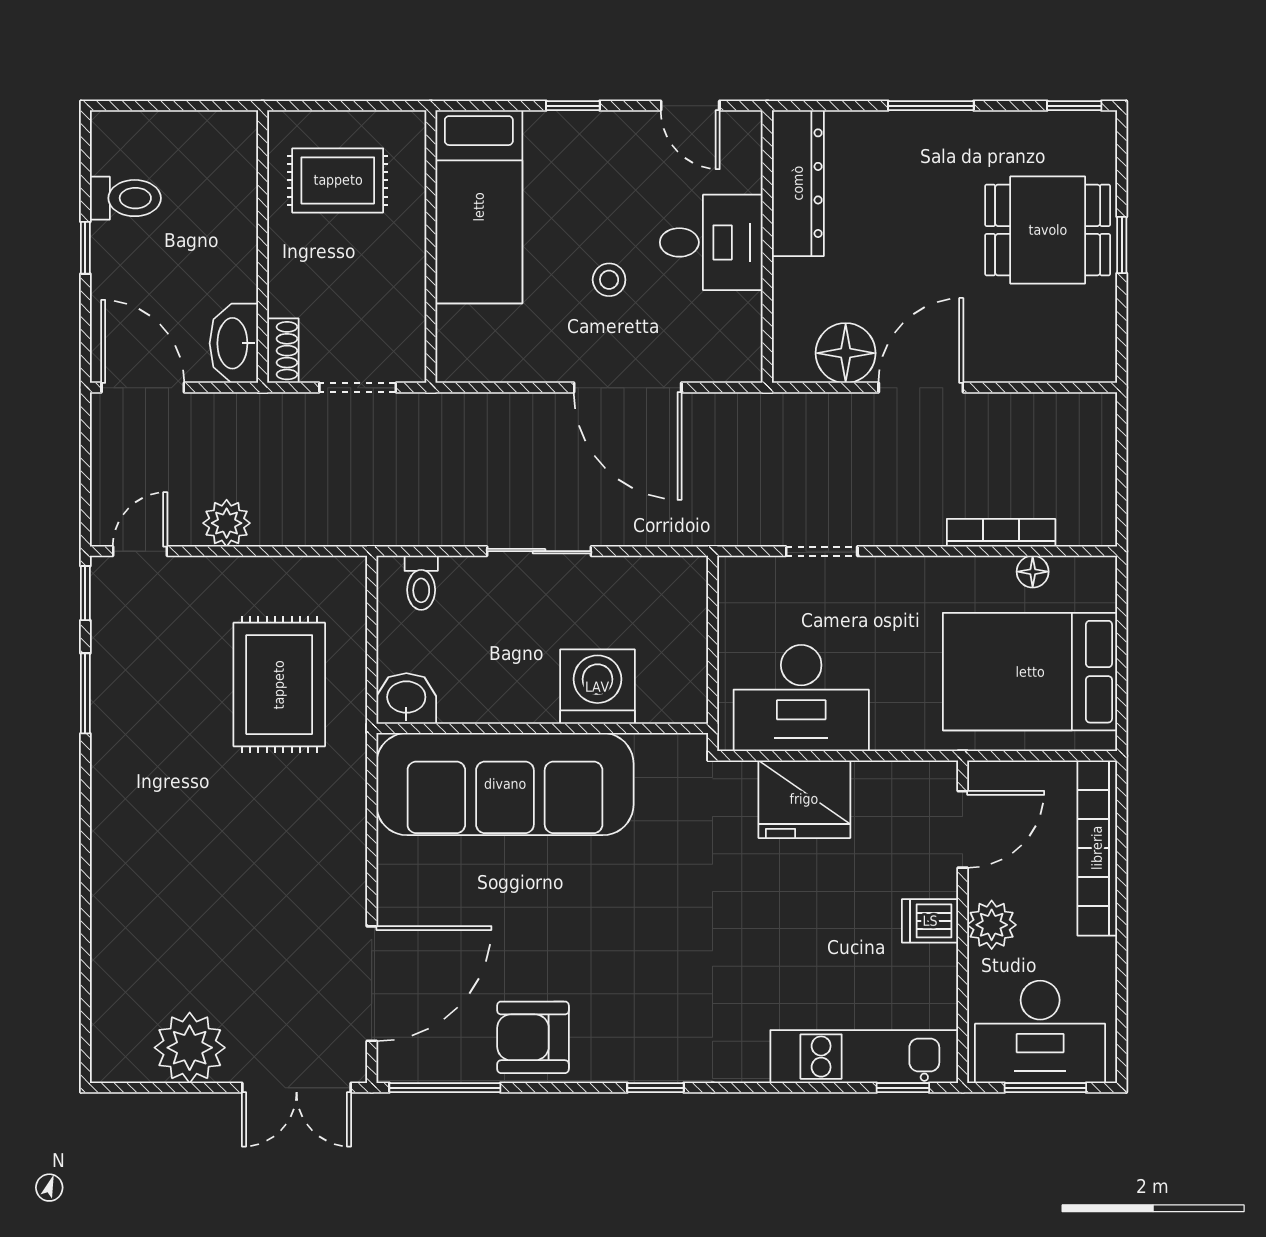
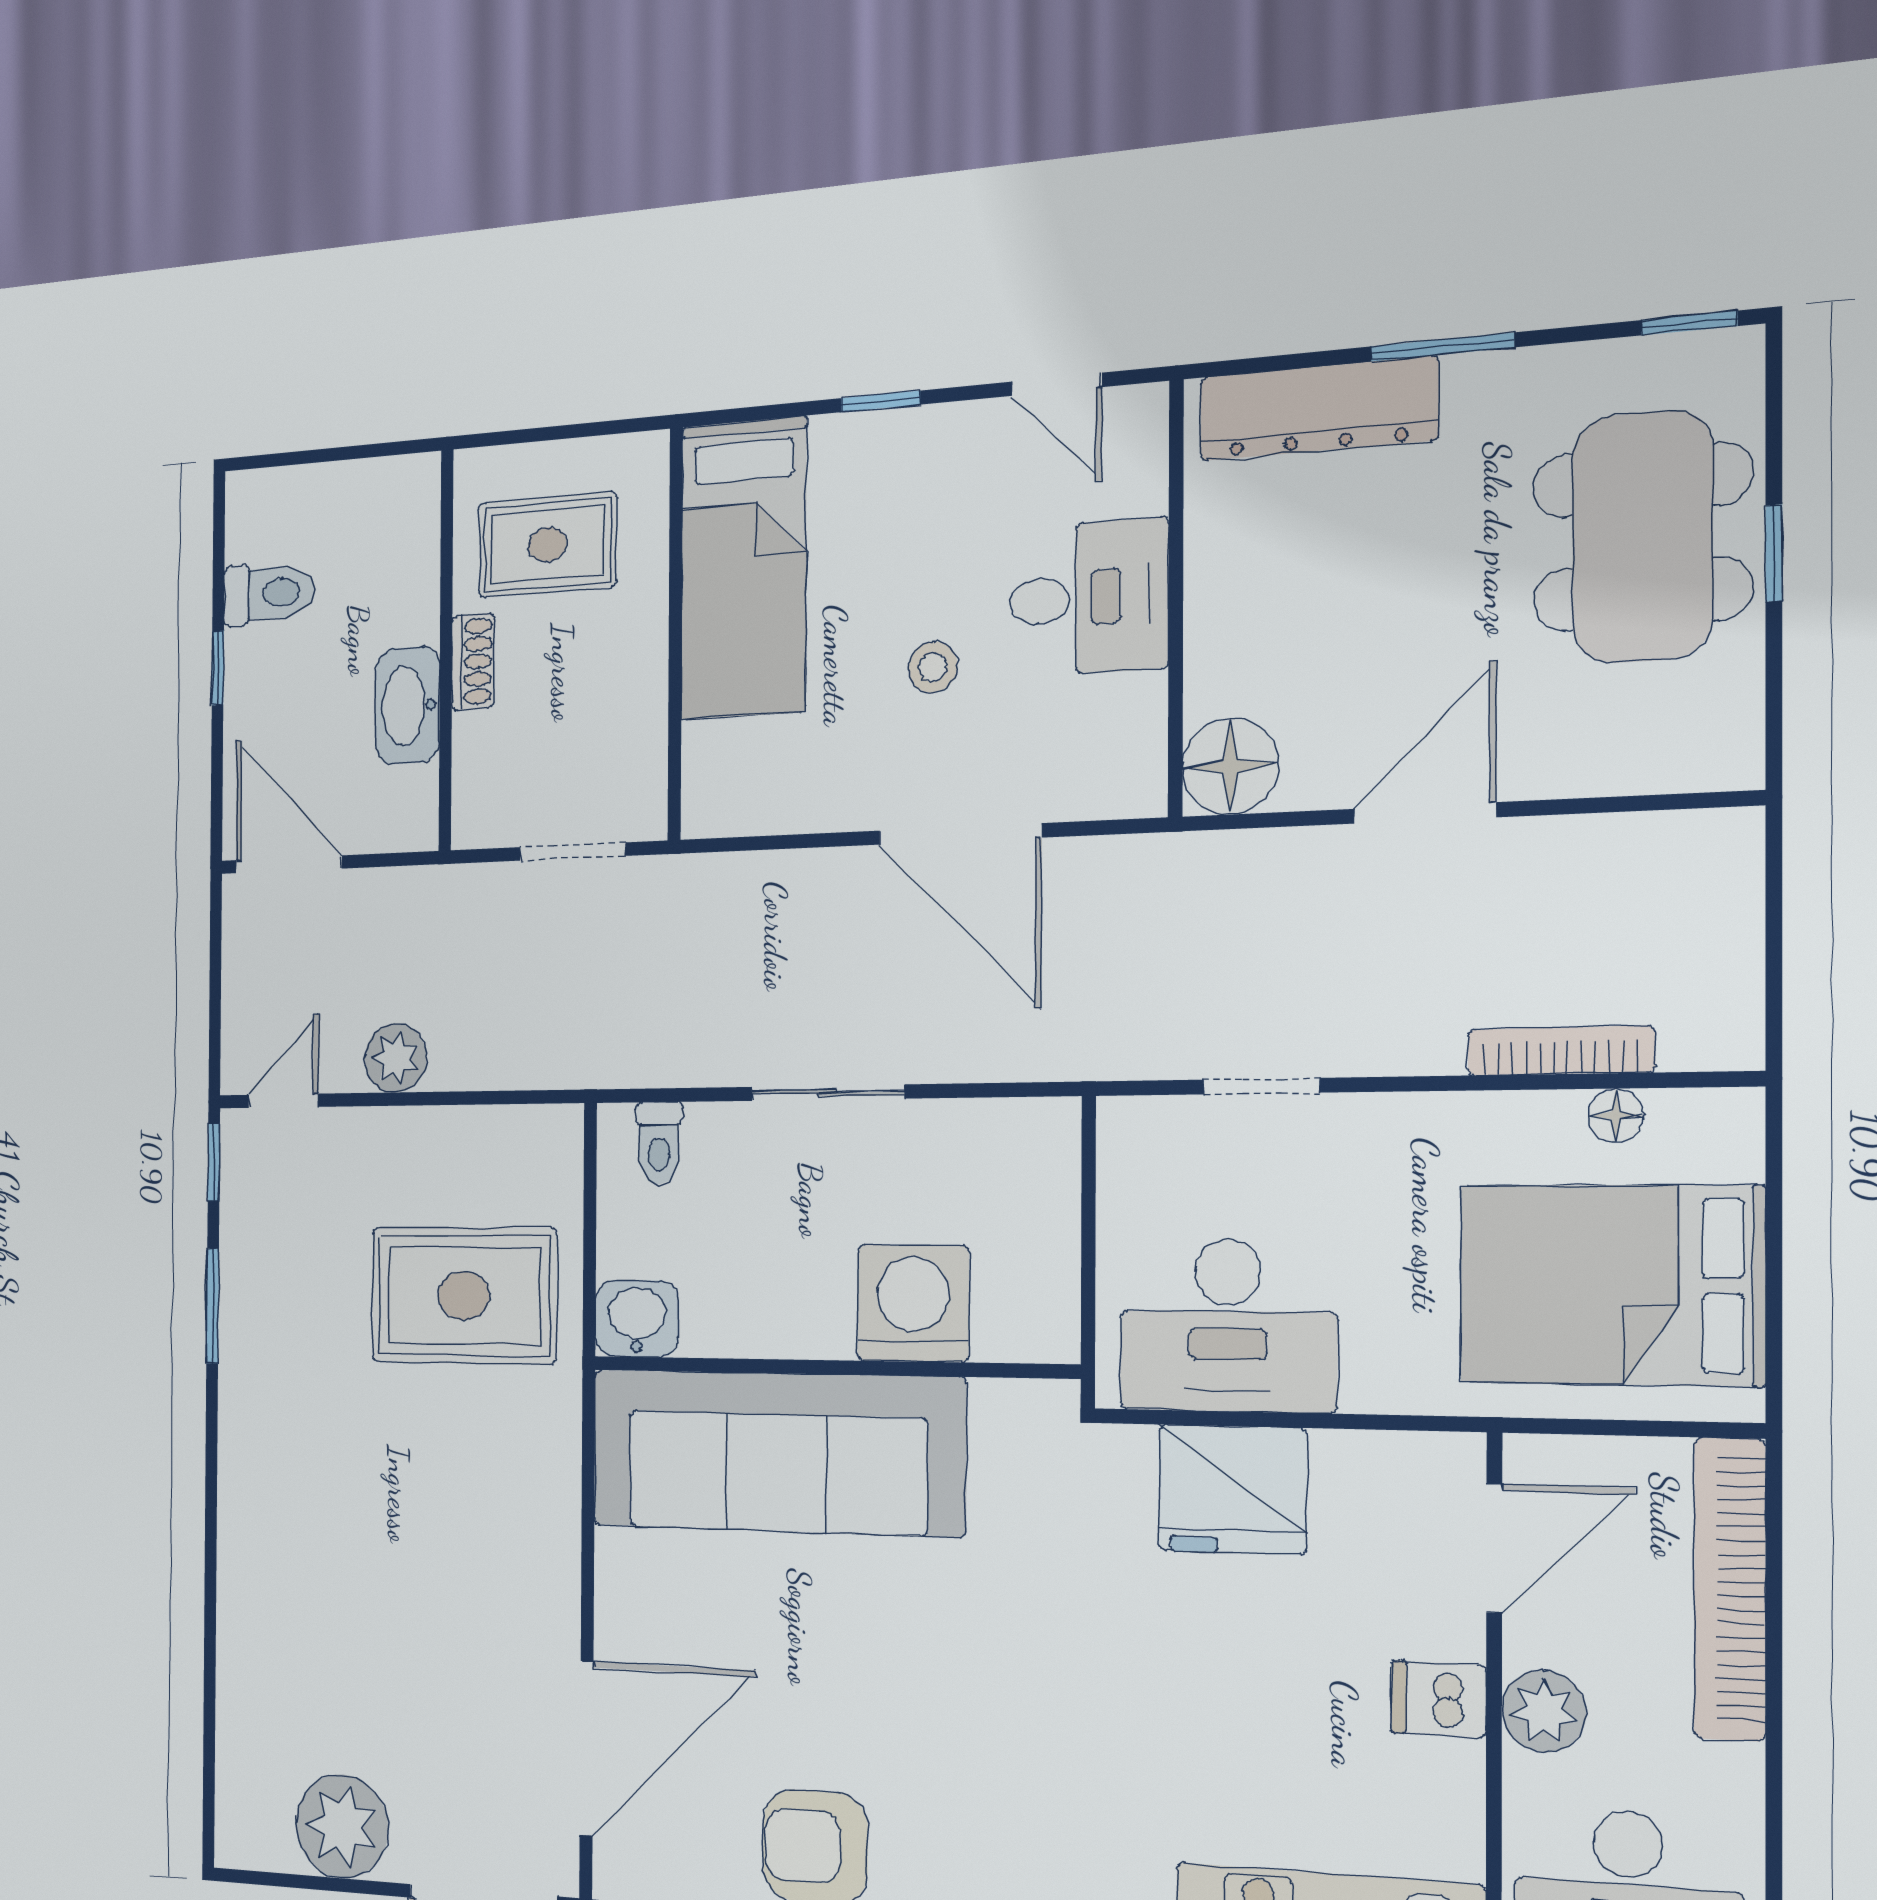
dresser: (798, 183) -> (1318, 409), moved, turned 90
dining table: (1048, 230) -> (1642, 537), width x1.38
washbasin: (234, 343) -> (408, 705), moved
shoe rack: (283, 351) -> (473, 662), moved
floor lamp: (846, 353) -> (1230, 766), moved
rug: (279, 685) -> (464, 1296), turned 90

